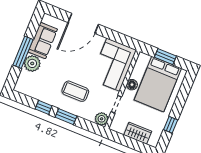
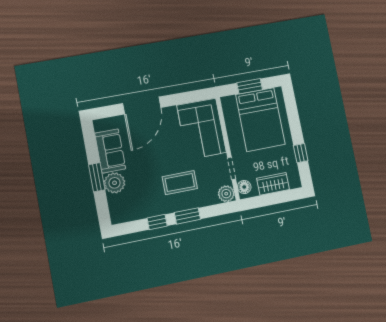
window: (23, 52) -> (97, 177), width x0.69
floor lamp: (132, 85) -> (244, 187), moved

